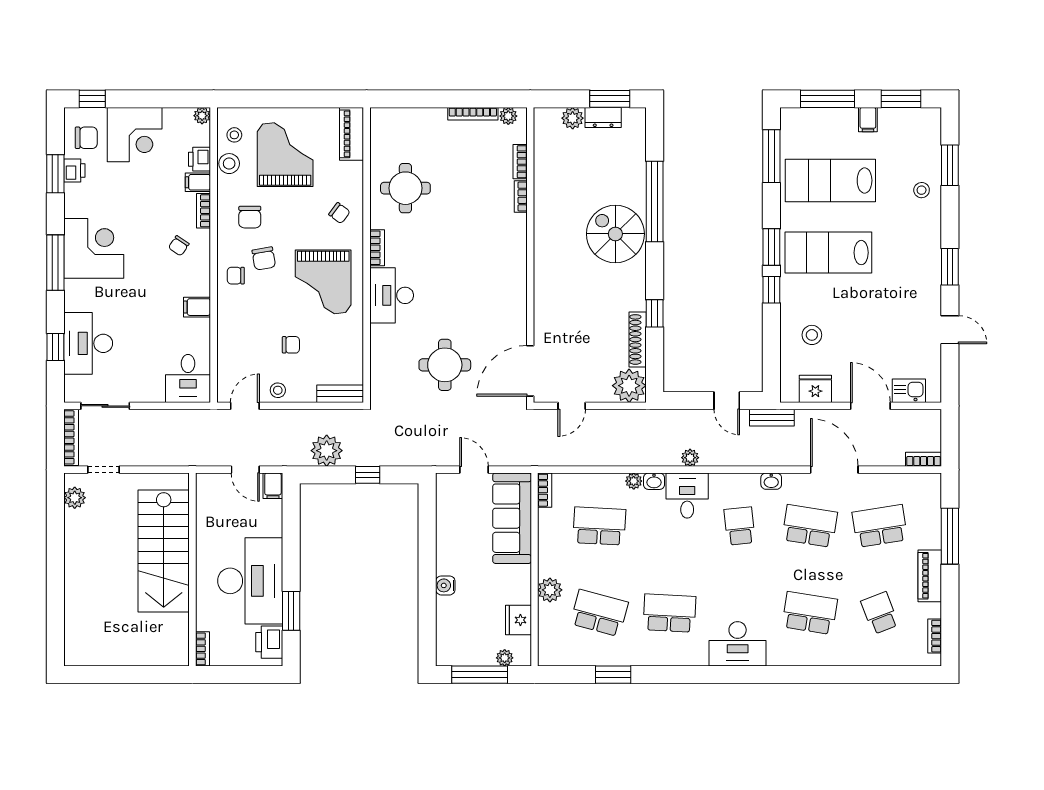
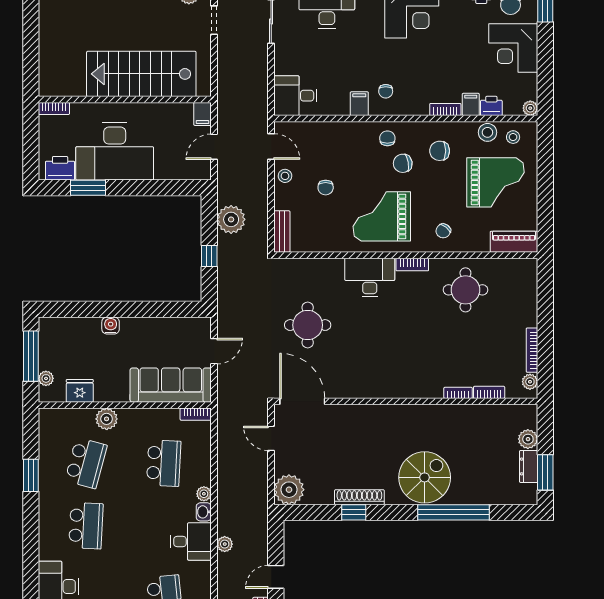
chair: (179, 246) -> (386, 91), moved, turned -124
shoe rack: (638, 339) -> (359, 497), moved
filing cabinet: (273, 486) -> (203, 114), moved, turned -90

